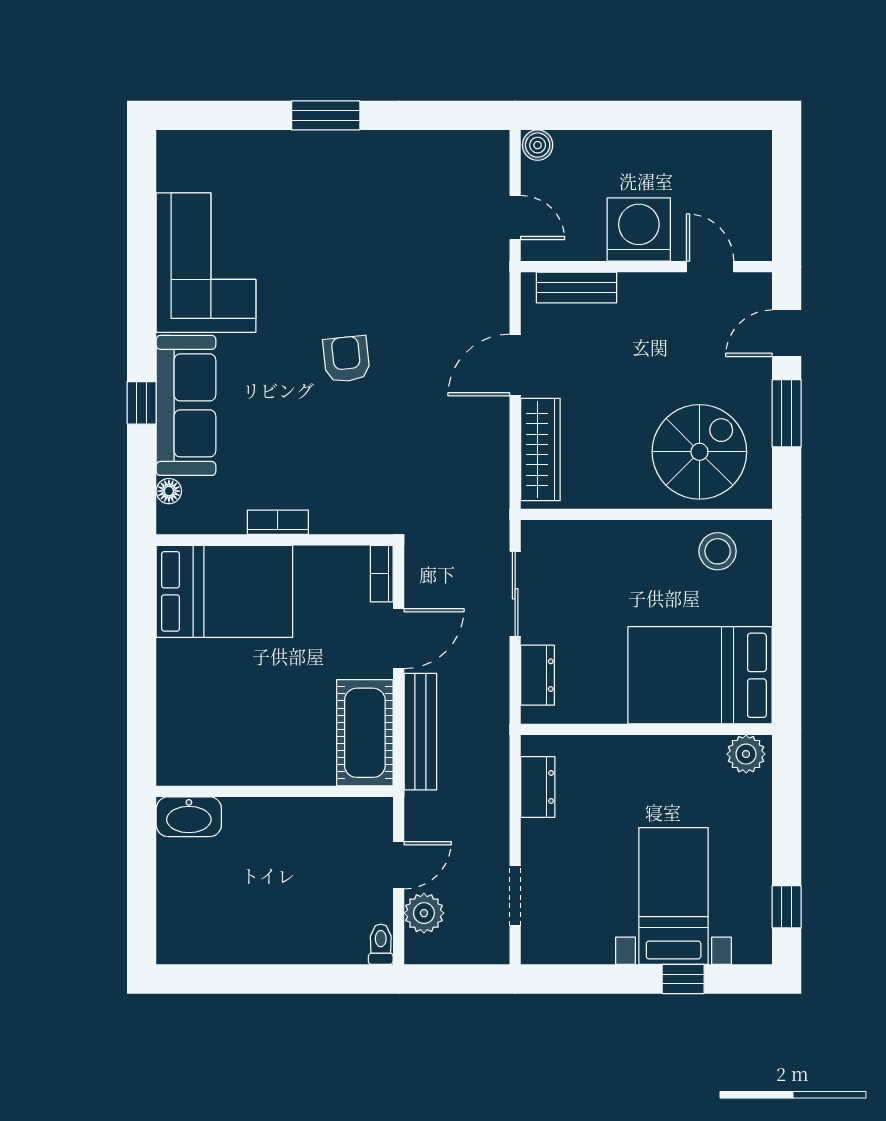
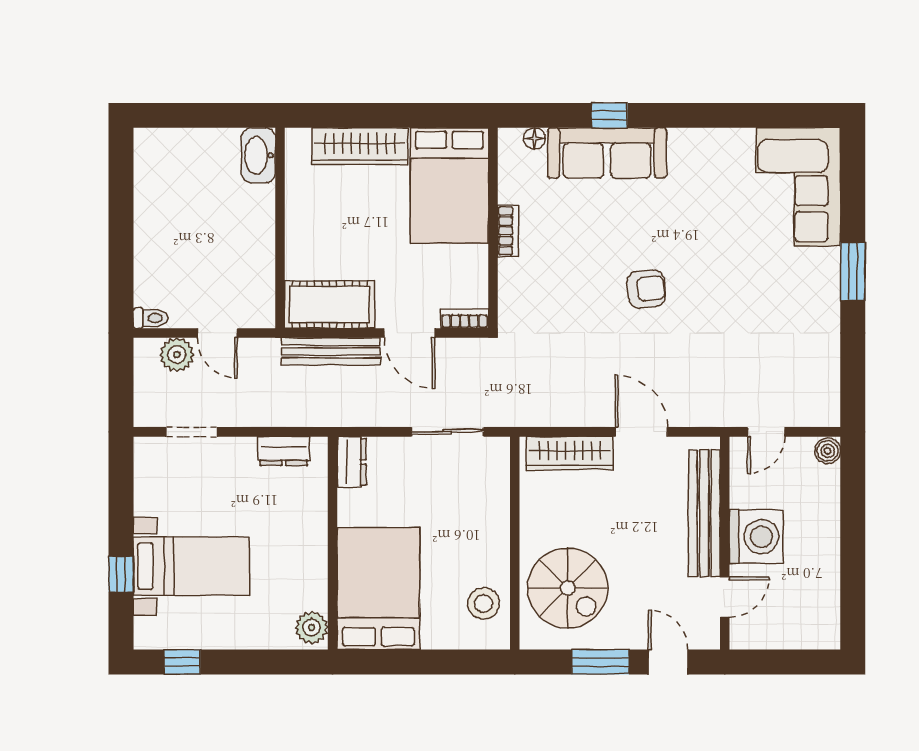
corner sofa: (206, 263) -> (798, 187), moved, turned 90
bench: (577, 287) -> (704, 513), width x1.86, depth x1.21
dresser: (538, 675) -> (351, 462), moved, turned -90
wardrobe: (178, 697) -> (360, 146), added

